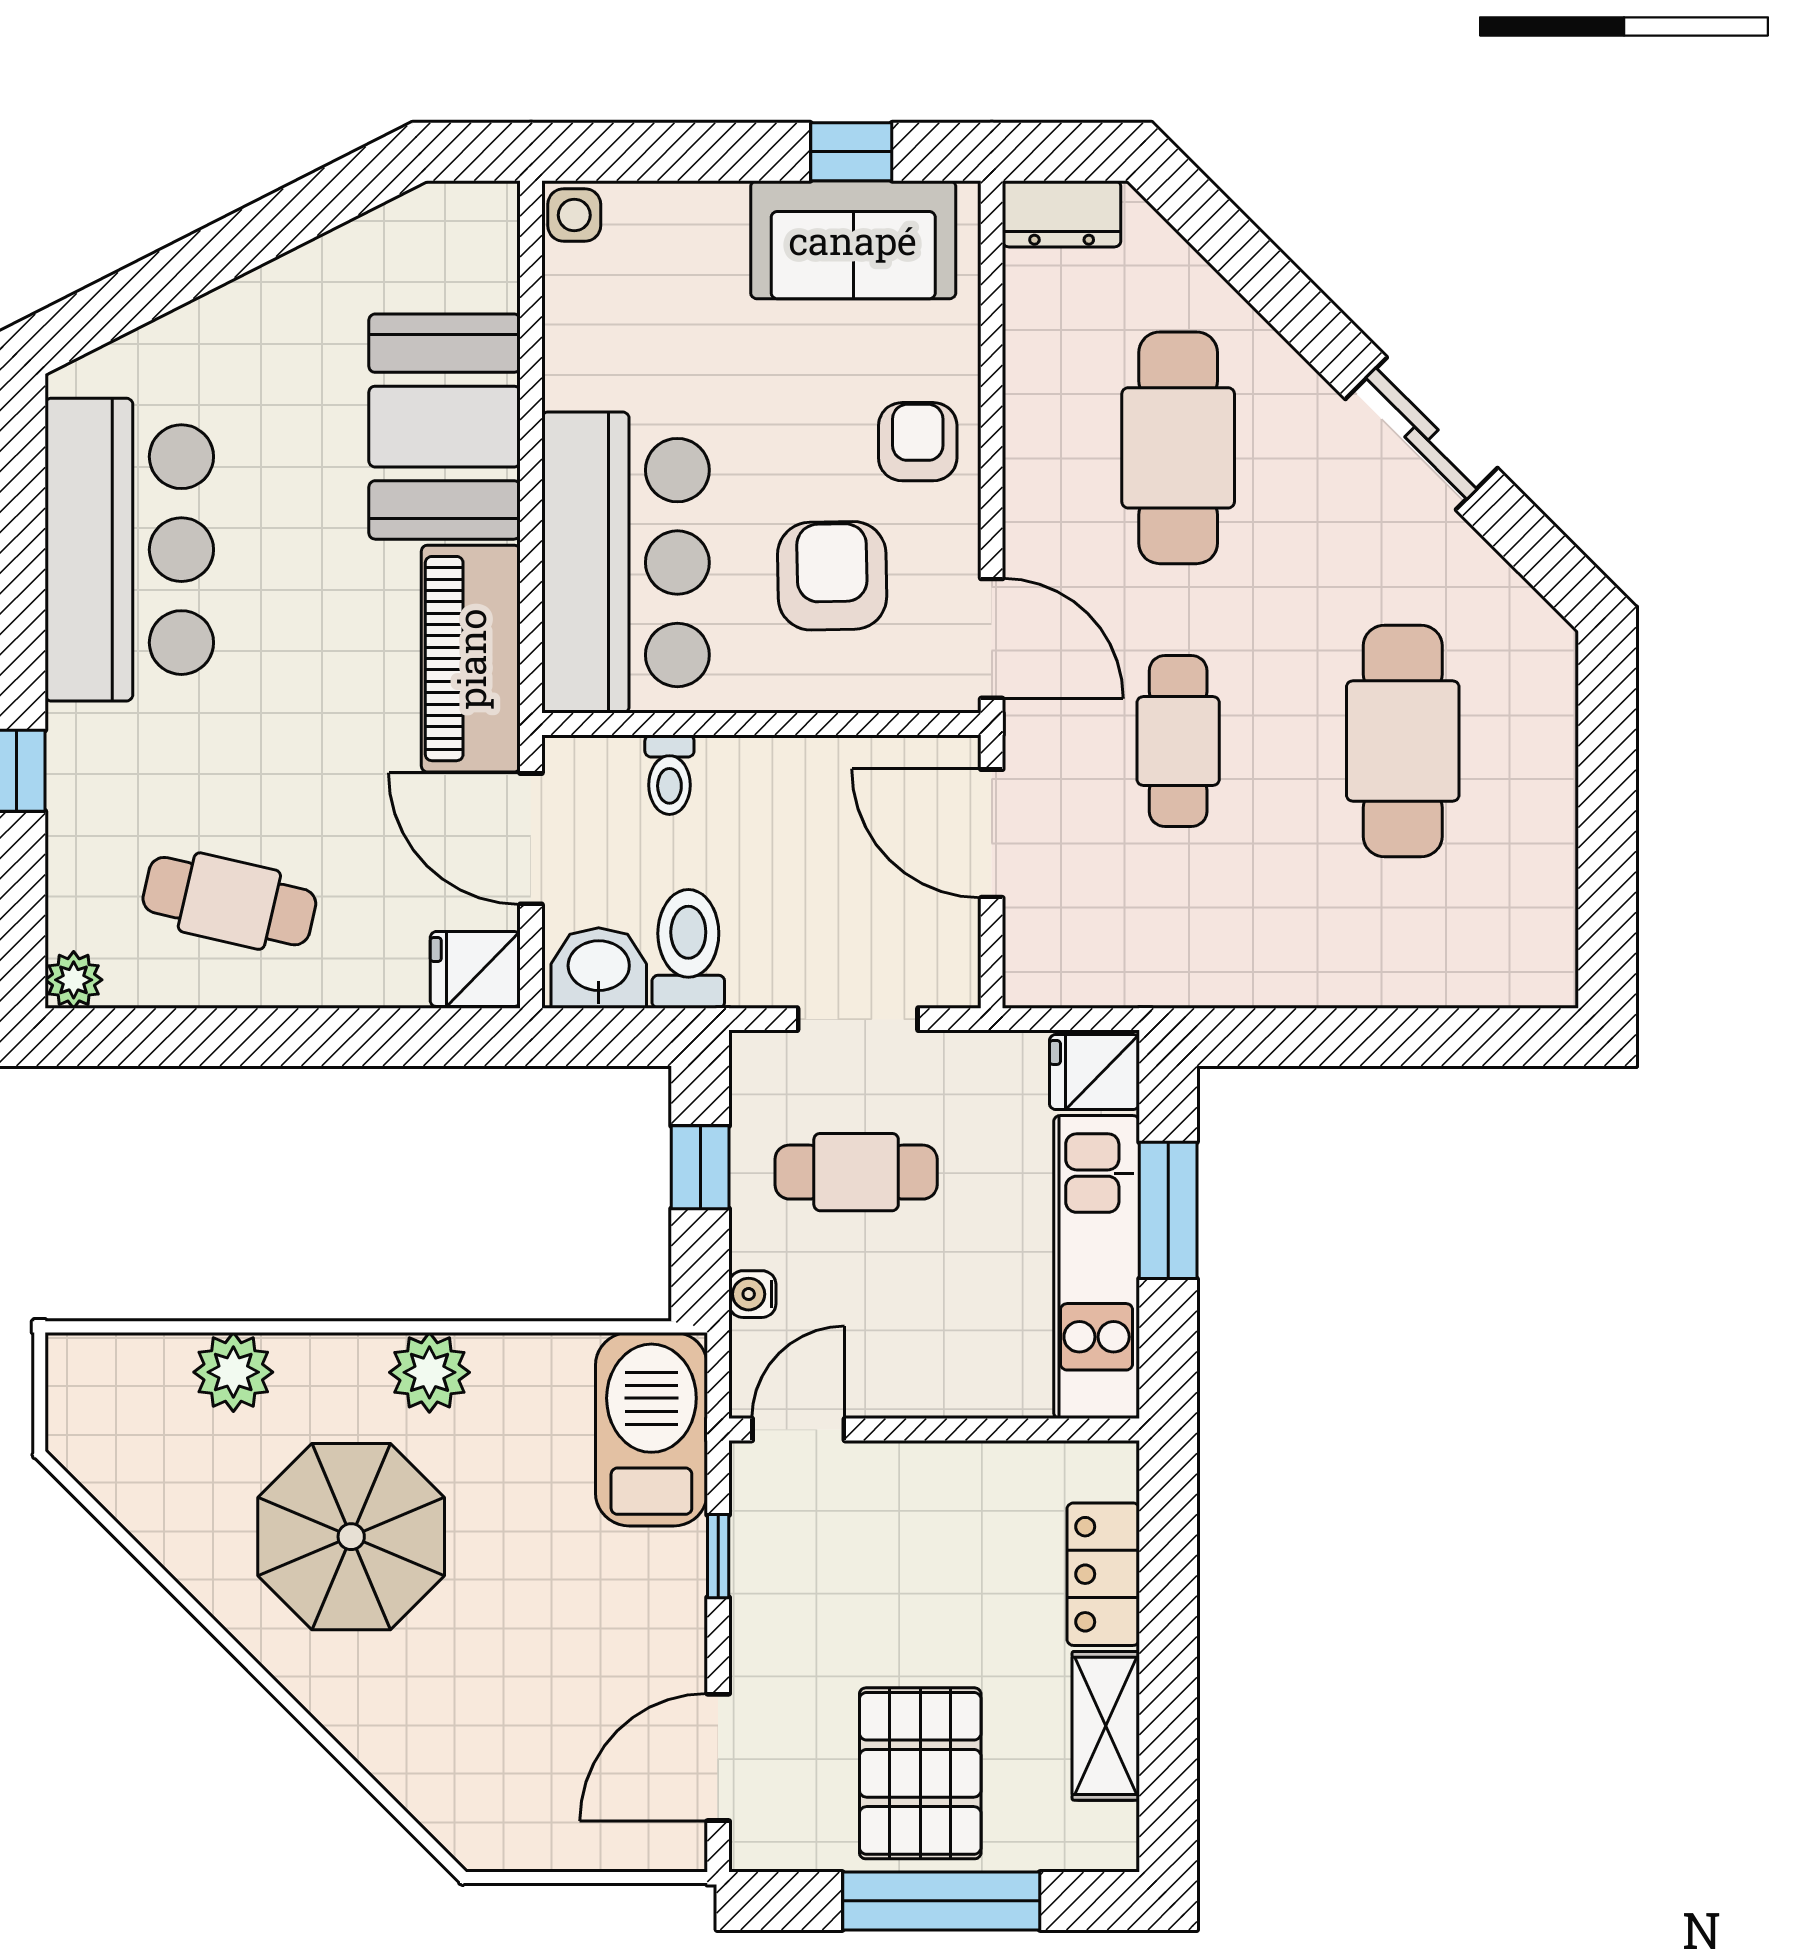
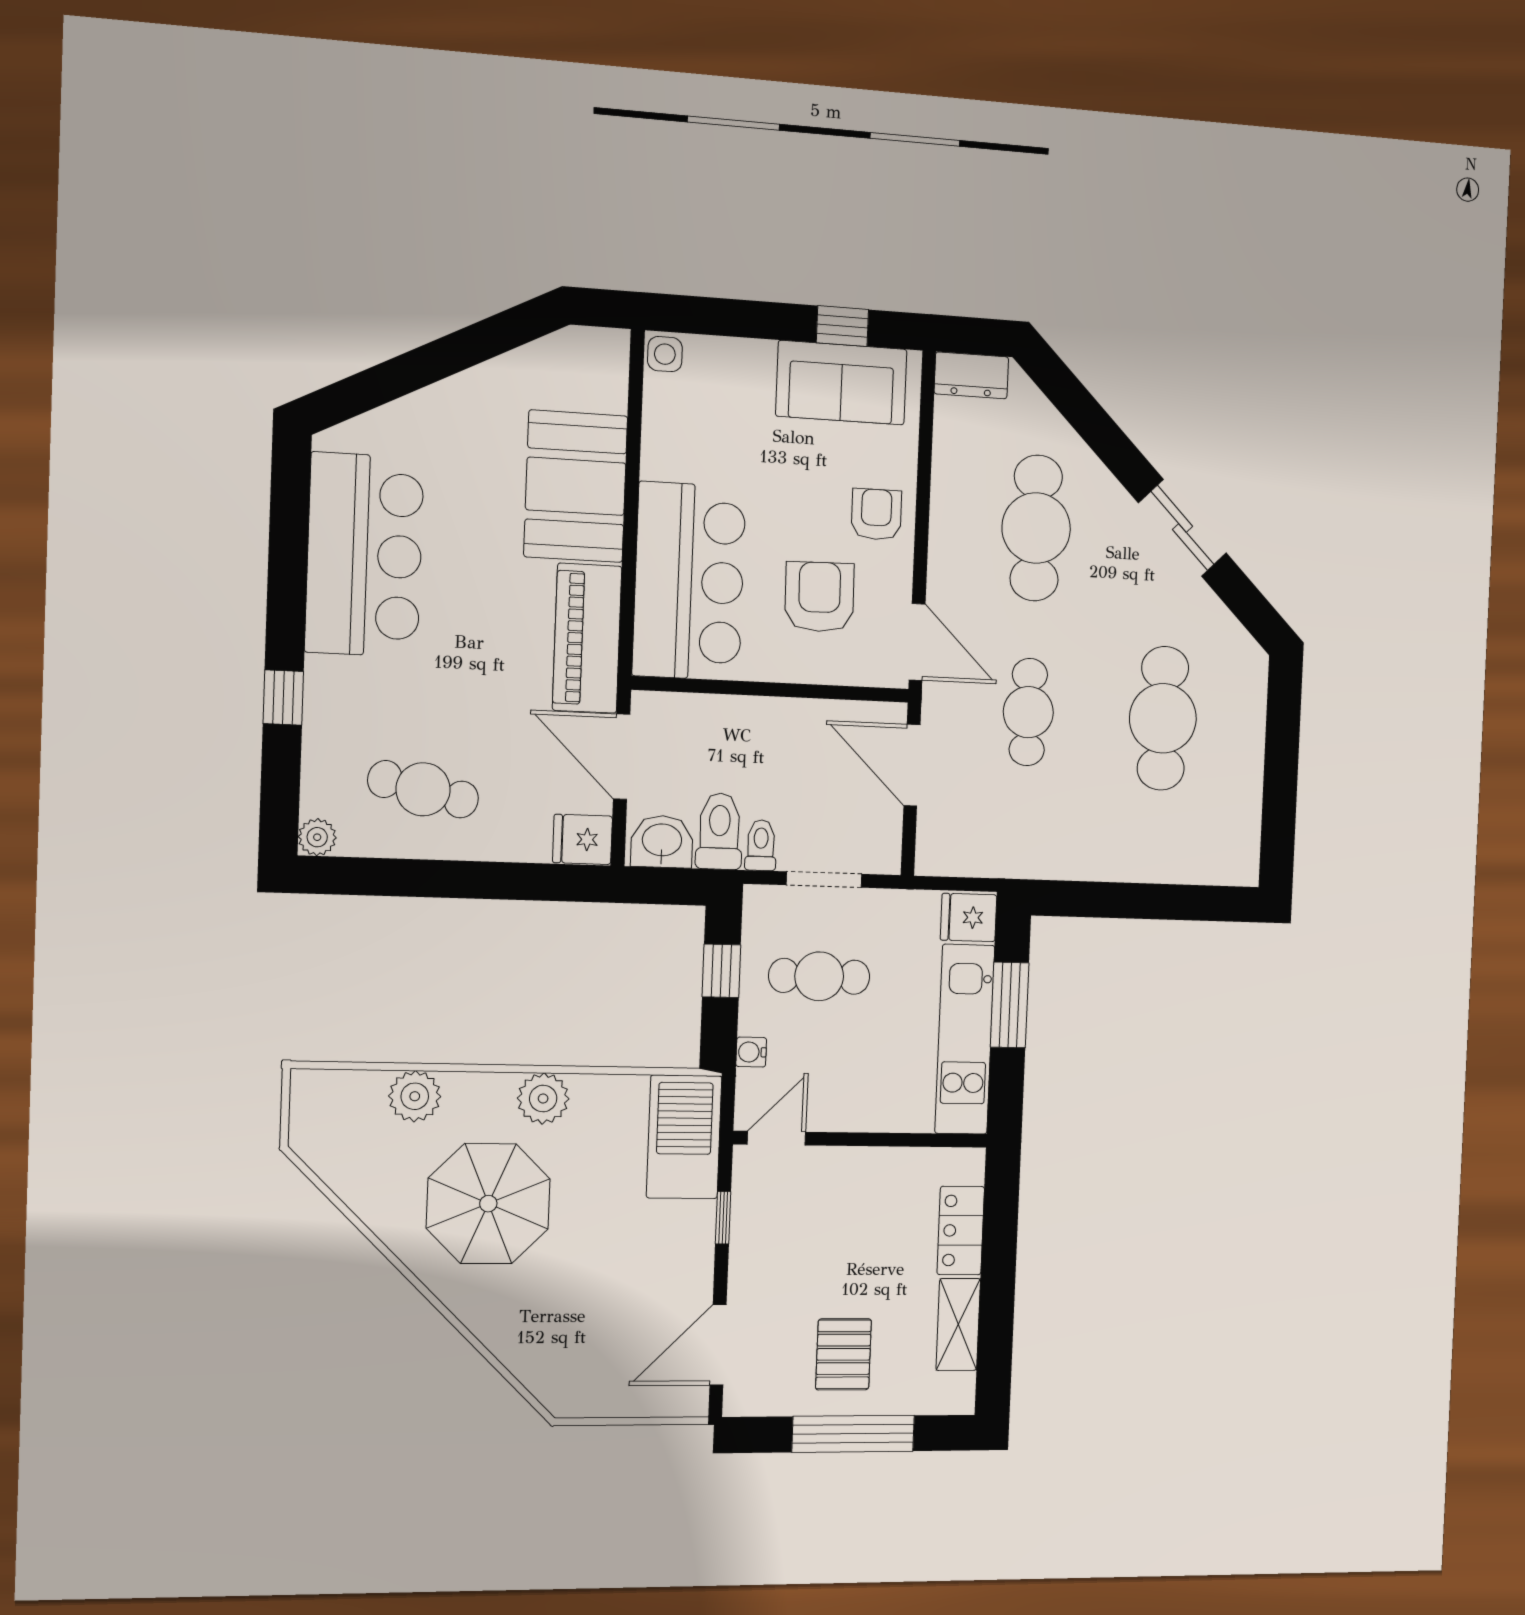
toilet: (669, 775) -> (761, 845), moved, turned 180
pallet: (920, 1773) -> (844, 1354), width x0.67, depth x0.71

